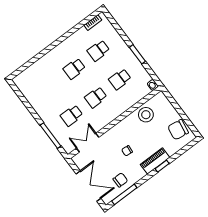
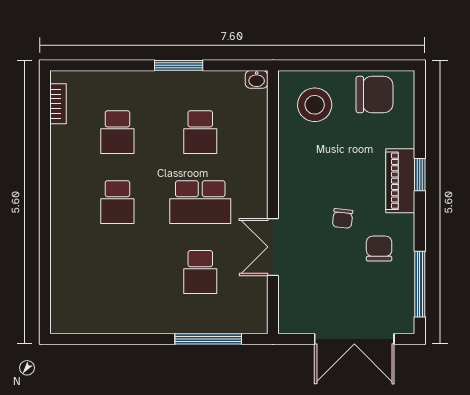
school desk: (96, 97) -> (200, 202), width x1.85
stool: (146, 115) -> (315, 105), moved
chair: (178, 130) -> (374, 95), turned -99
double door: (88, 143) -> (273, 247), moved
chair: (120, 180) -> (379, 249), moved
double door: (88, 186) -> (354, 339), swing flipped

